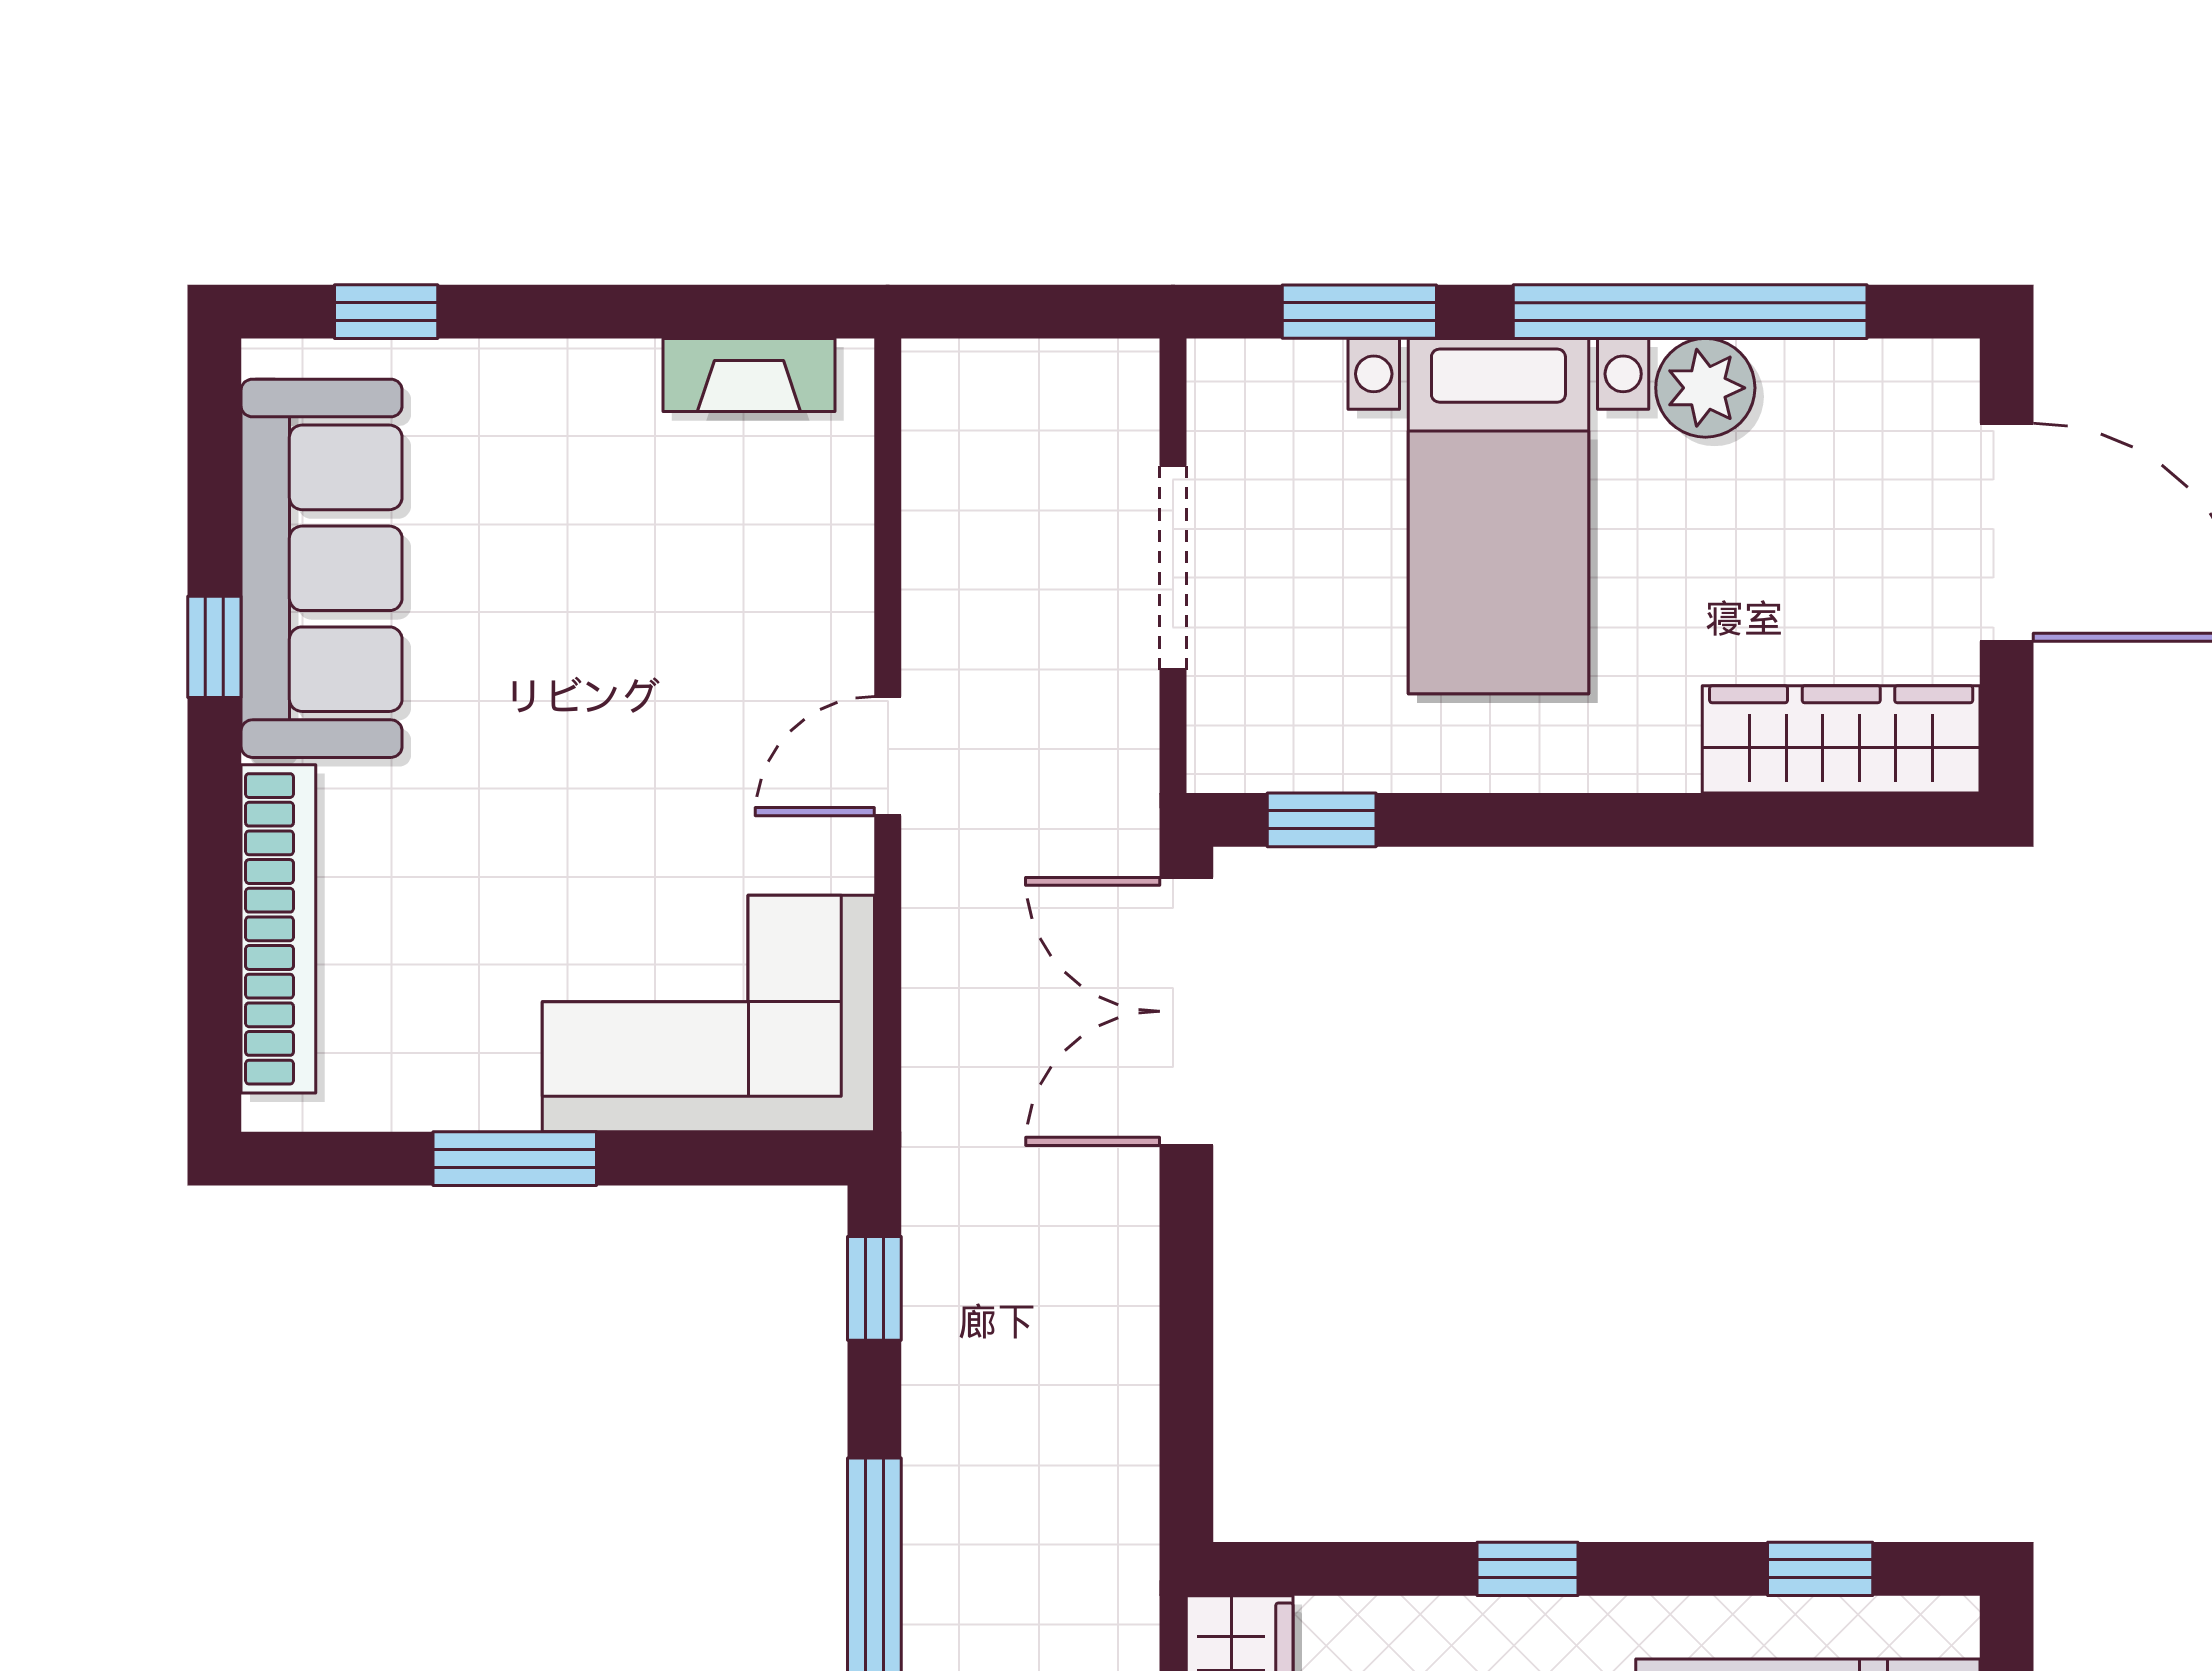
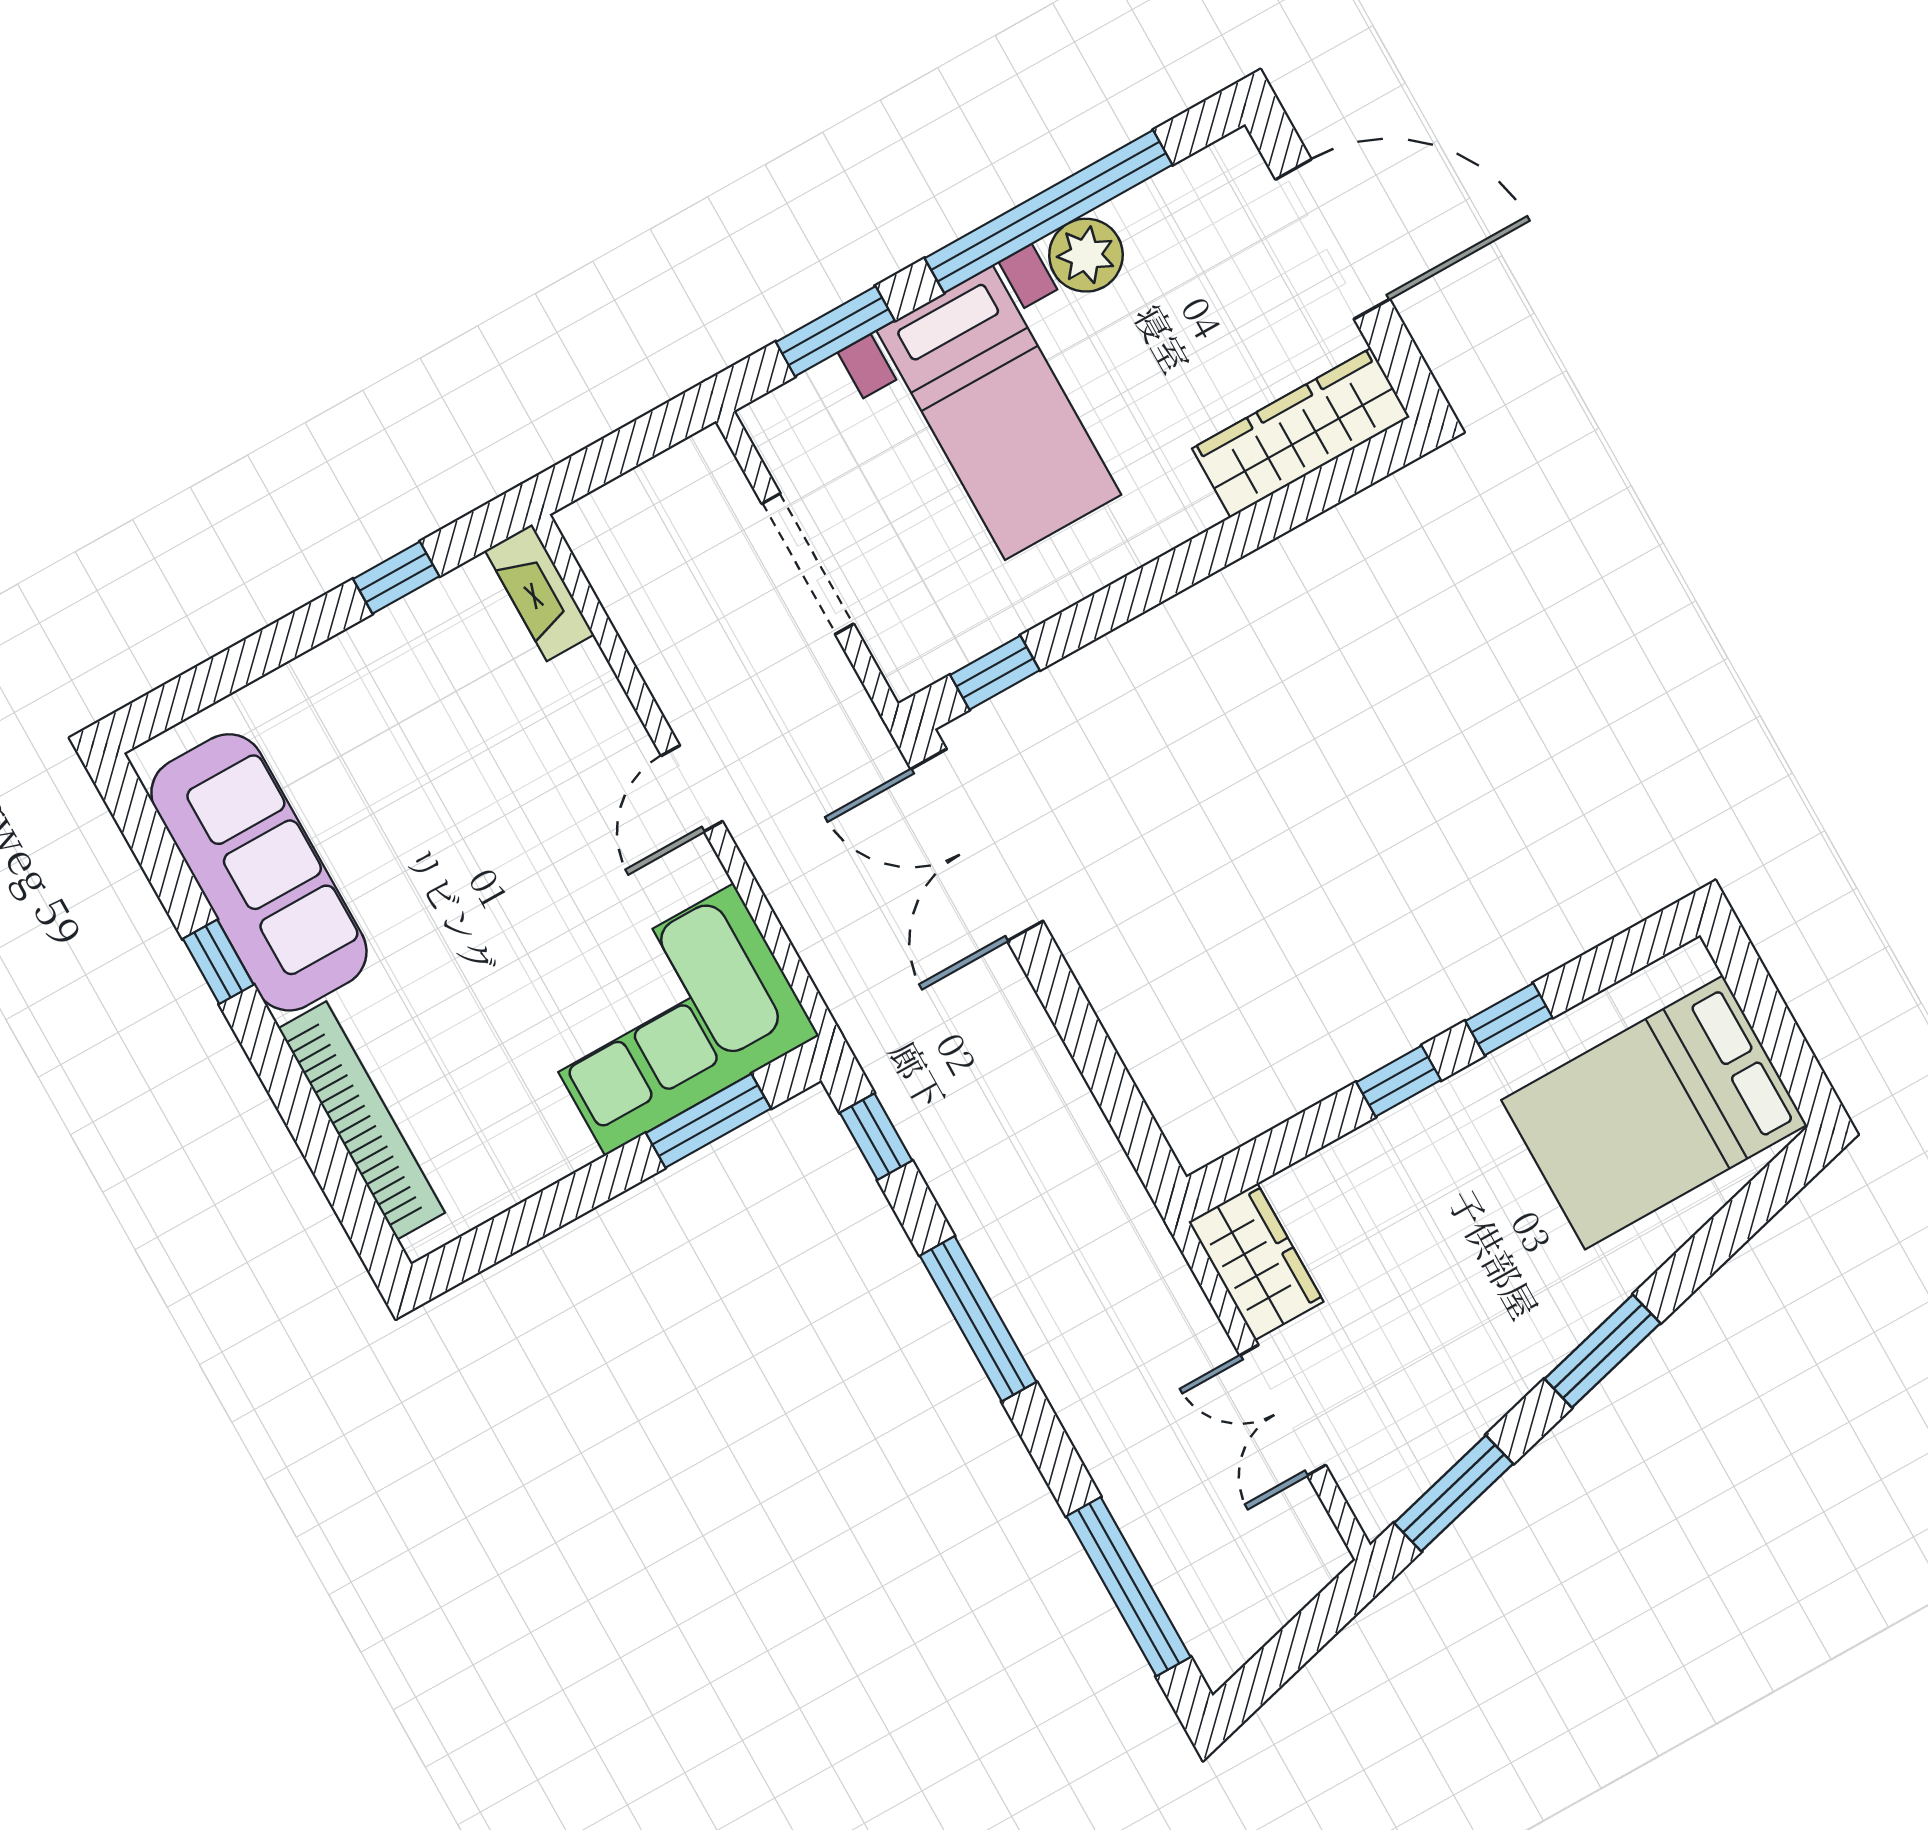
window: (386, 312) -> (396, 578), moved
fireplace: (749, 375) -> (540, 593), moved, turned 90
window: (515, 1159) -> (708, 1121), moved
window: (1820, 1569) -> (1509, 1019), moved

